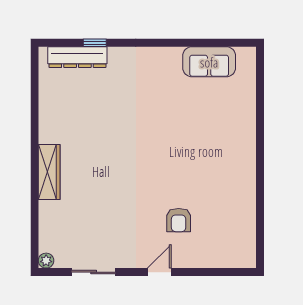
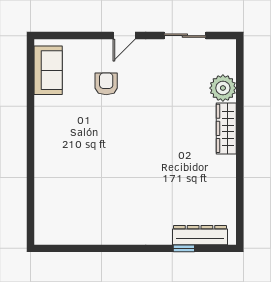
sofa: (209, 62) -> (48, 70), moved, turned 90
plant: (46, 261) -> (223, 88), moved, width x1.87, depth x1.87

